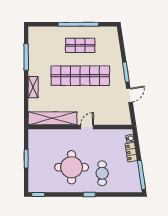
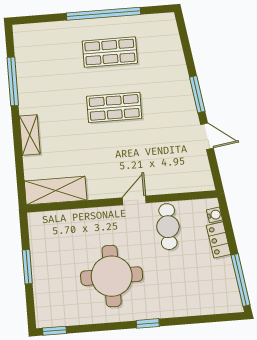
shop shelf: (80, 76) -> (114, 107), width x0.50, depth x0.74
door: (129, 95) -> (207, 136), hinge flipped
shelving: (53, 118) -> (56, 191), width x0.68
cafe table: (102, 173) -> (168, 227), moved

